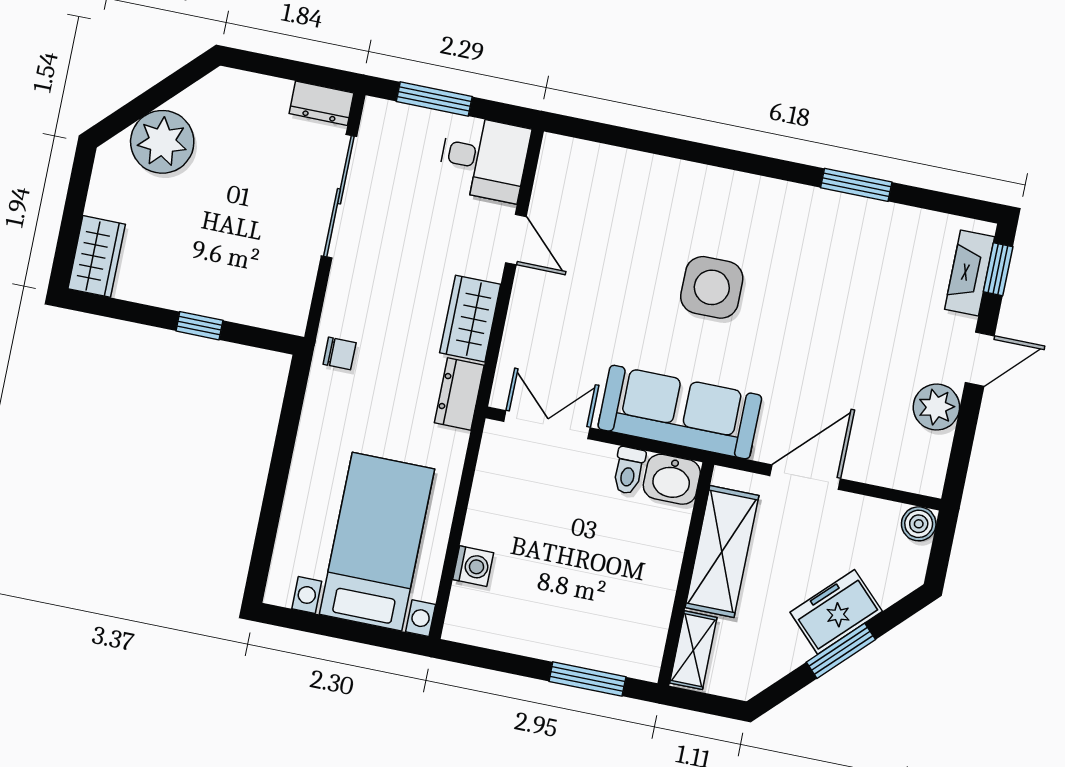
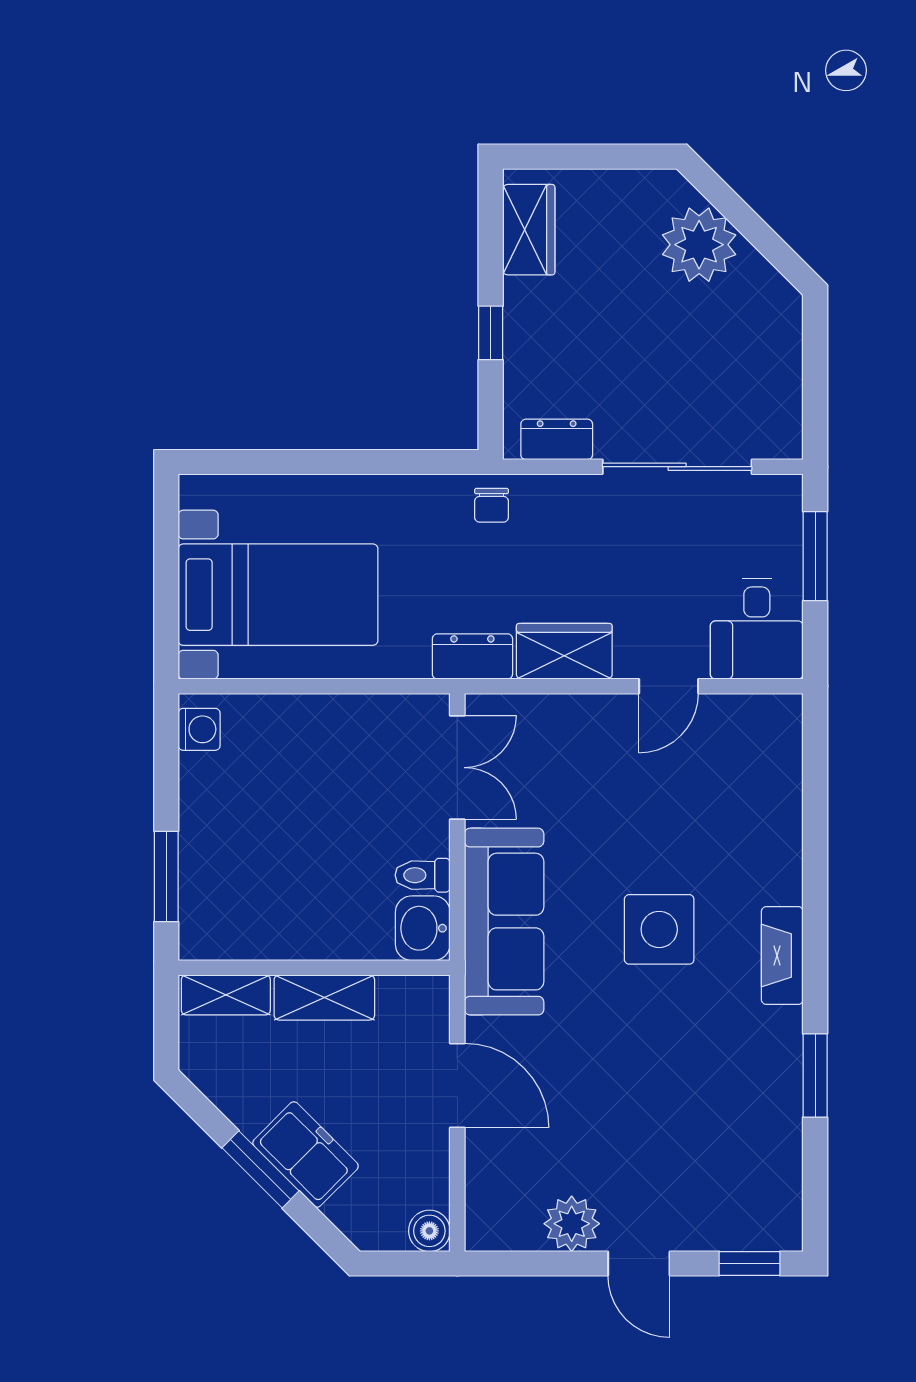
dresser: (322, 103) -> (557, 439), moved, turned 90
wardrobe: (97, 256) -> (529, 230), moved, turned -90
fireplace: (970, 273) -> (782, 956), moved, turned -90
shelving: (722, 551) -> (324, 997), width x0.67, depth x0.75
washing machine: (473, 566) -> (199, 729), moved, turned -90

